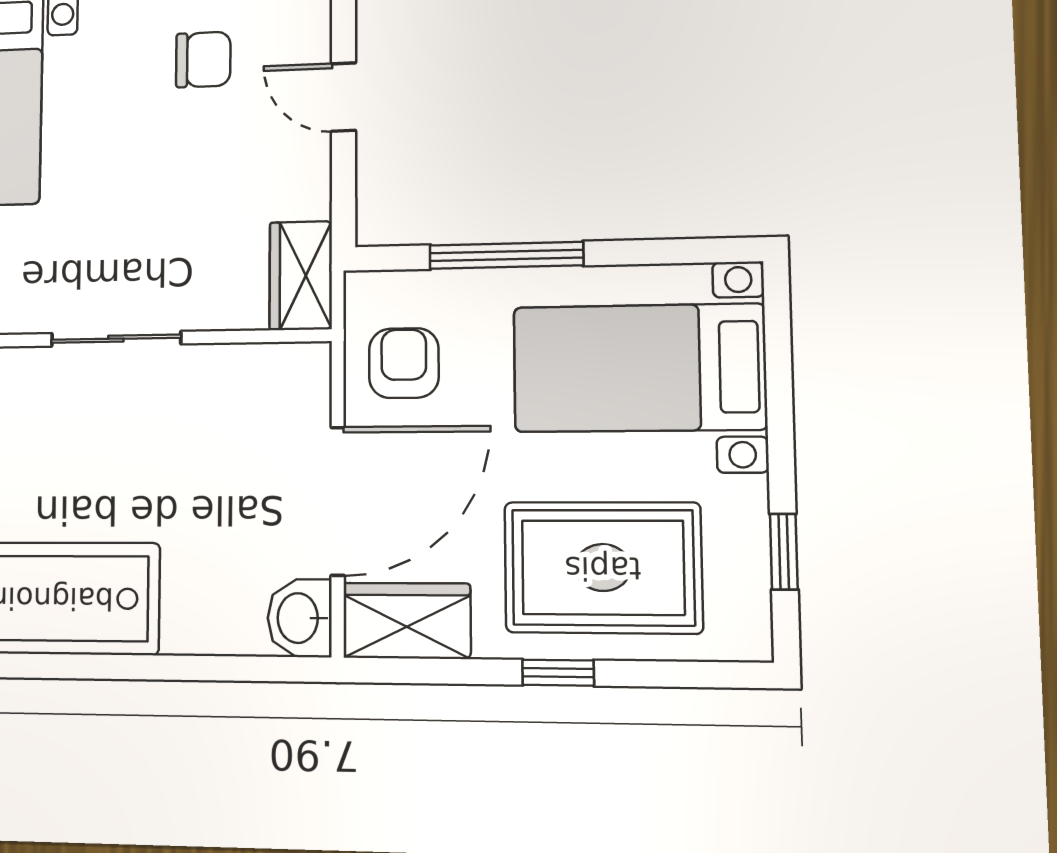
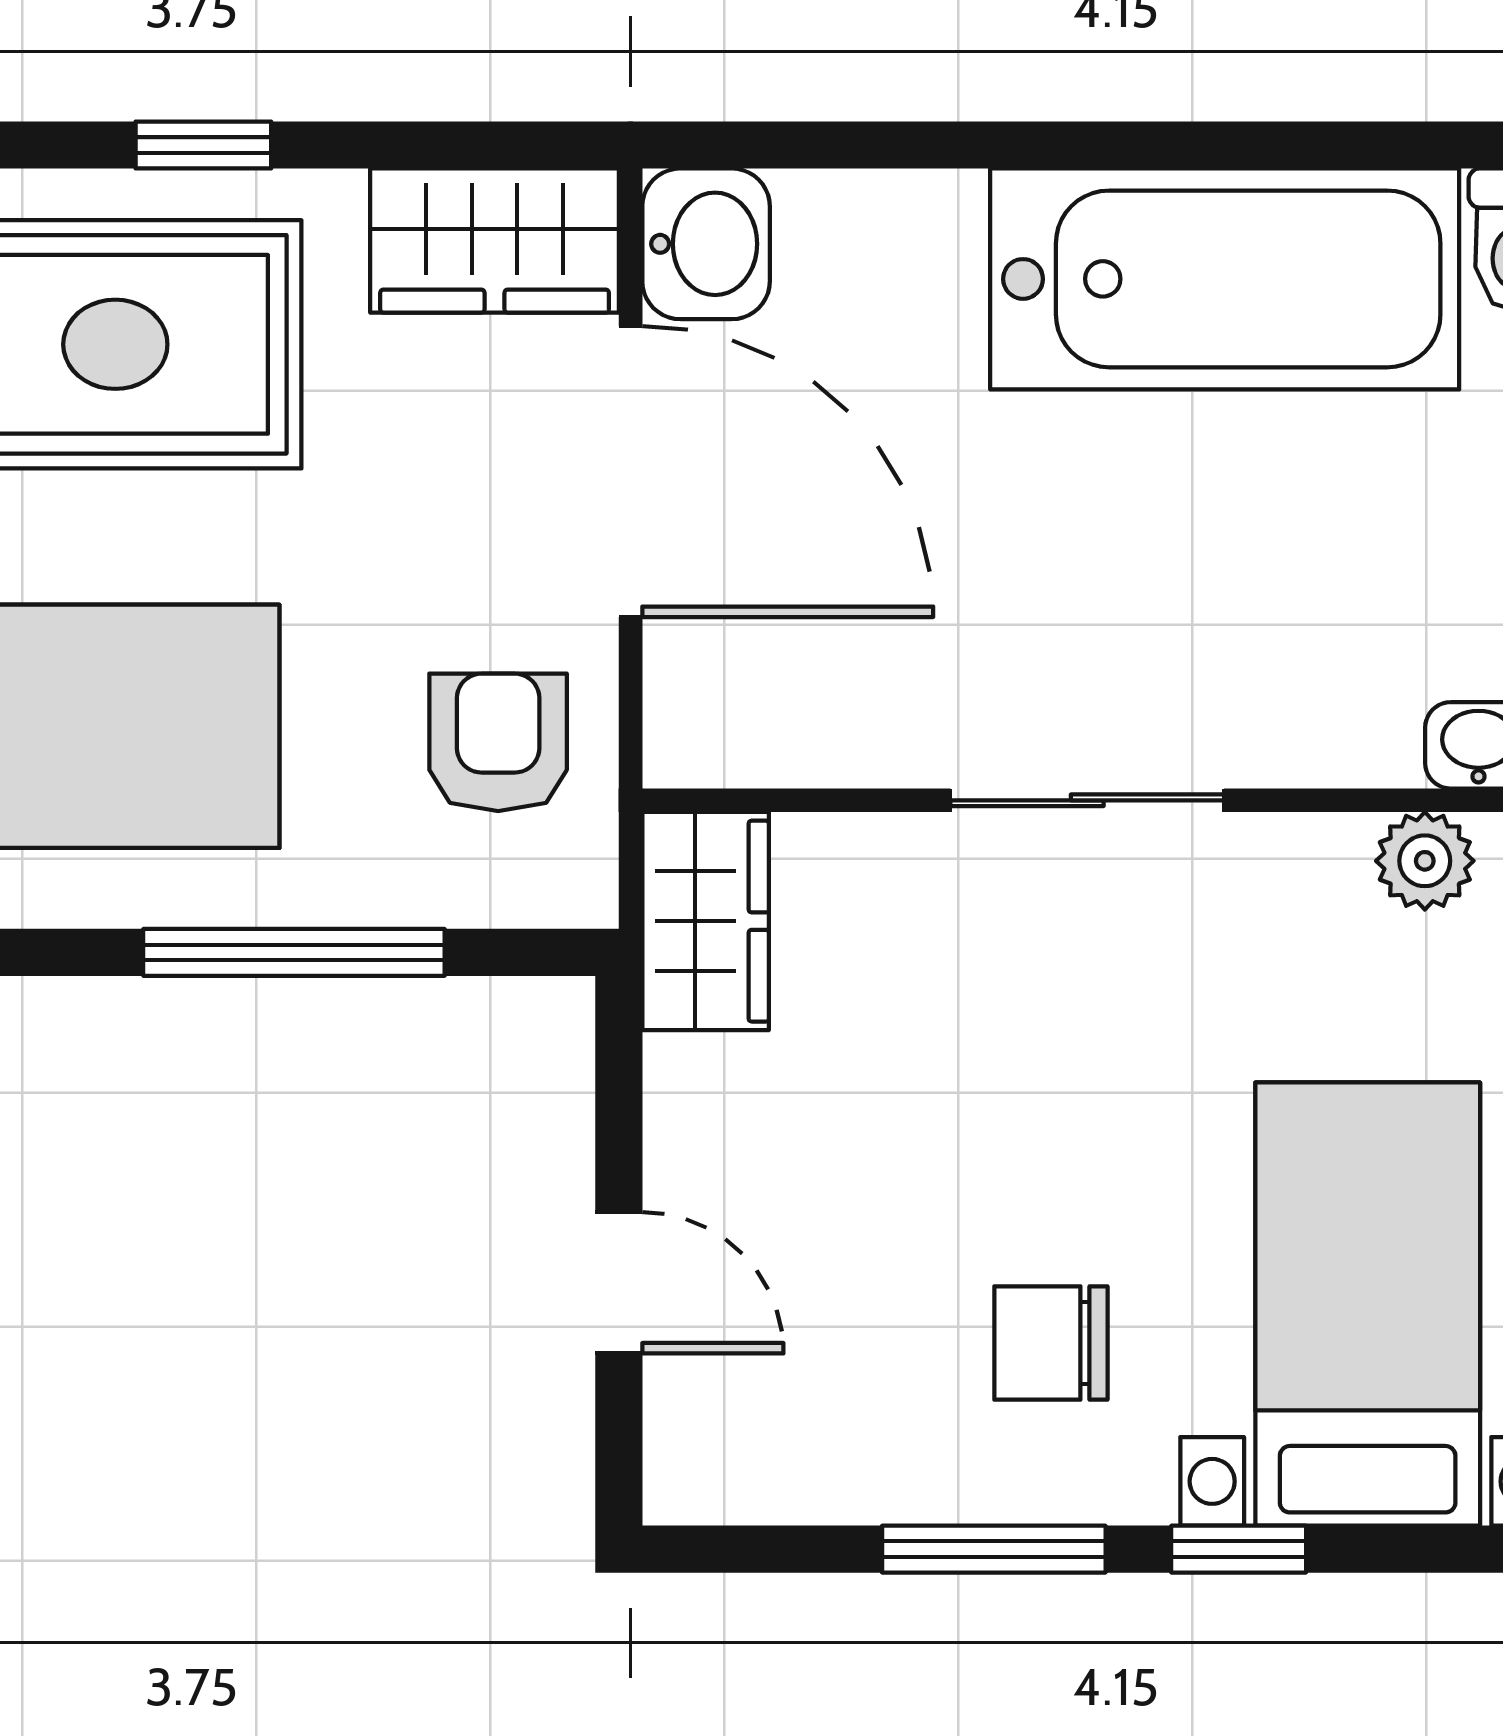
chair: (203, 60) -> (1051, 1343), moved
armchair: (404, 363) -> (498, 742), turned 180
door: (338, 501) -> (631, 472), swing flipped

